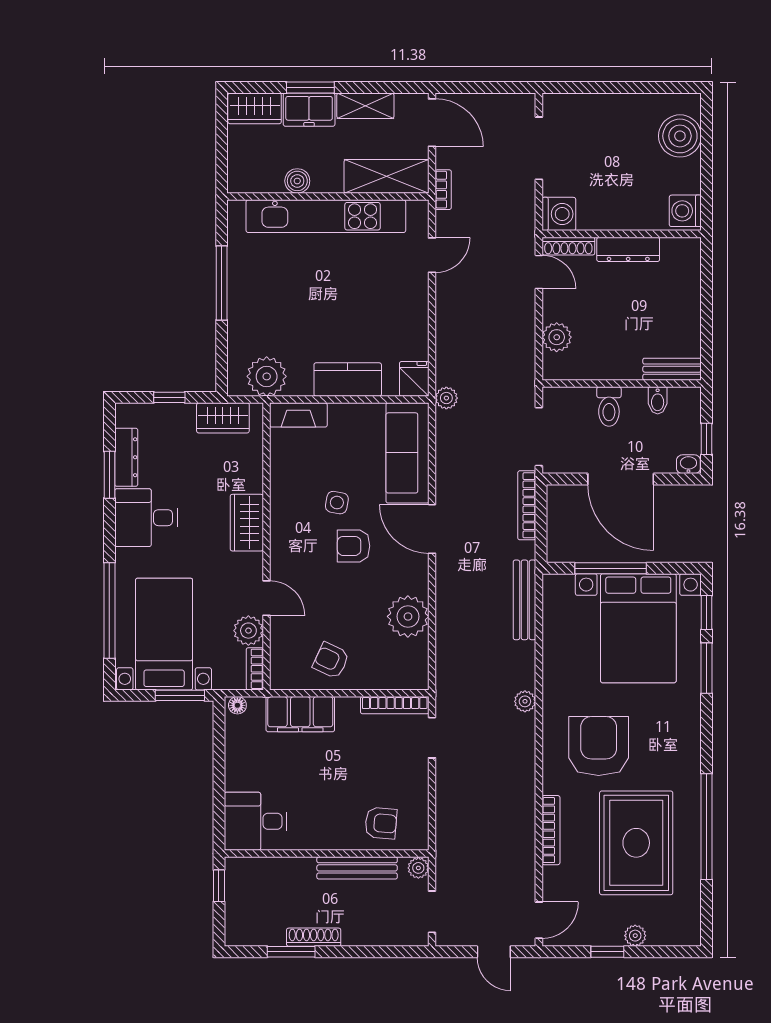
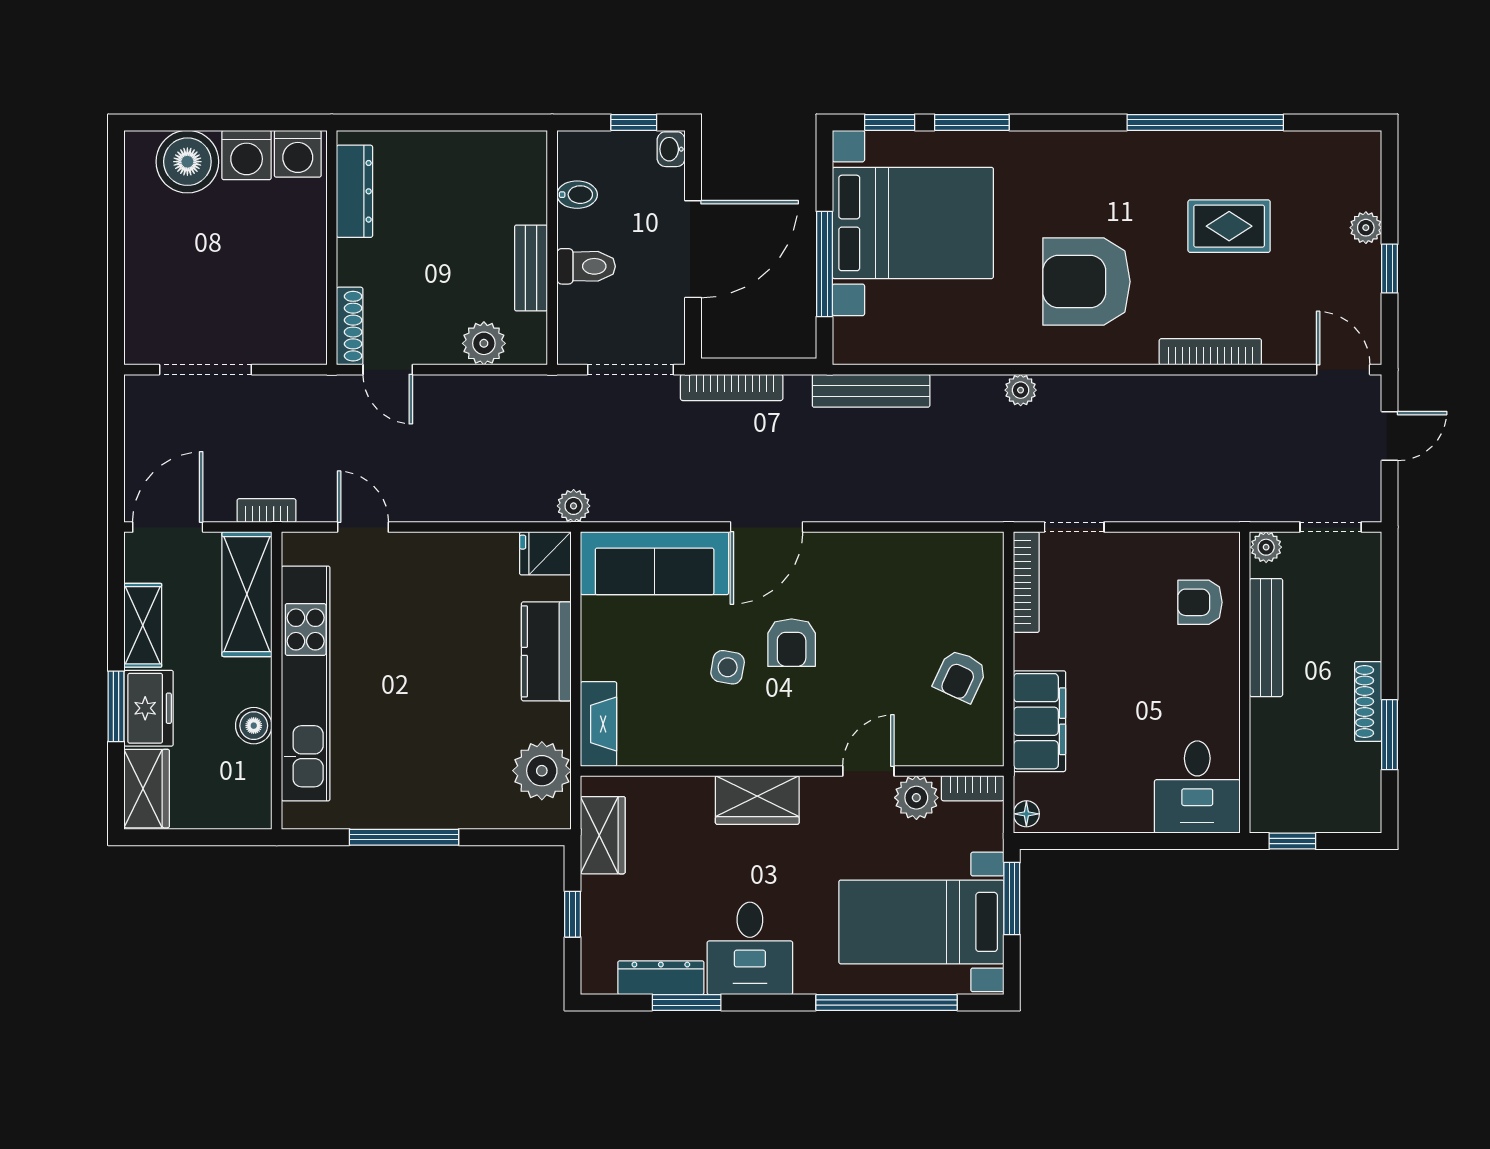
washing machine: (559, 214) -> (247, 155), moved, turned 180
dresser: (628, 249) -> (355, 191), moved
door: (539, 272) -> (388, 370), swing flipped
bench: (672, 369) -> (531, 268), moved
plant: (408, 616) -> (896, 562), removed
armchair: (381, 823) -> (1200, 602), turned -95
rug: (636, 843) -> (1229, 226), width x0.54, depth x0.49

